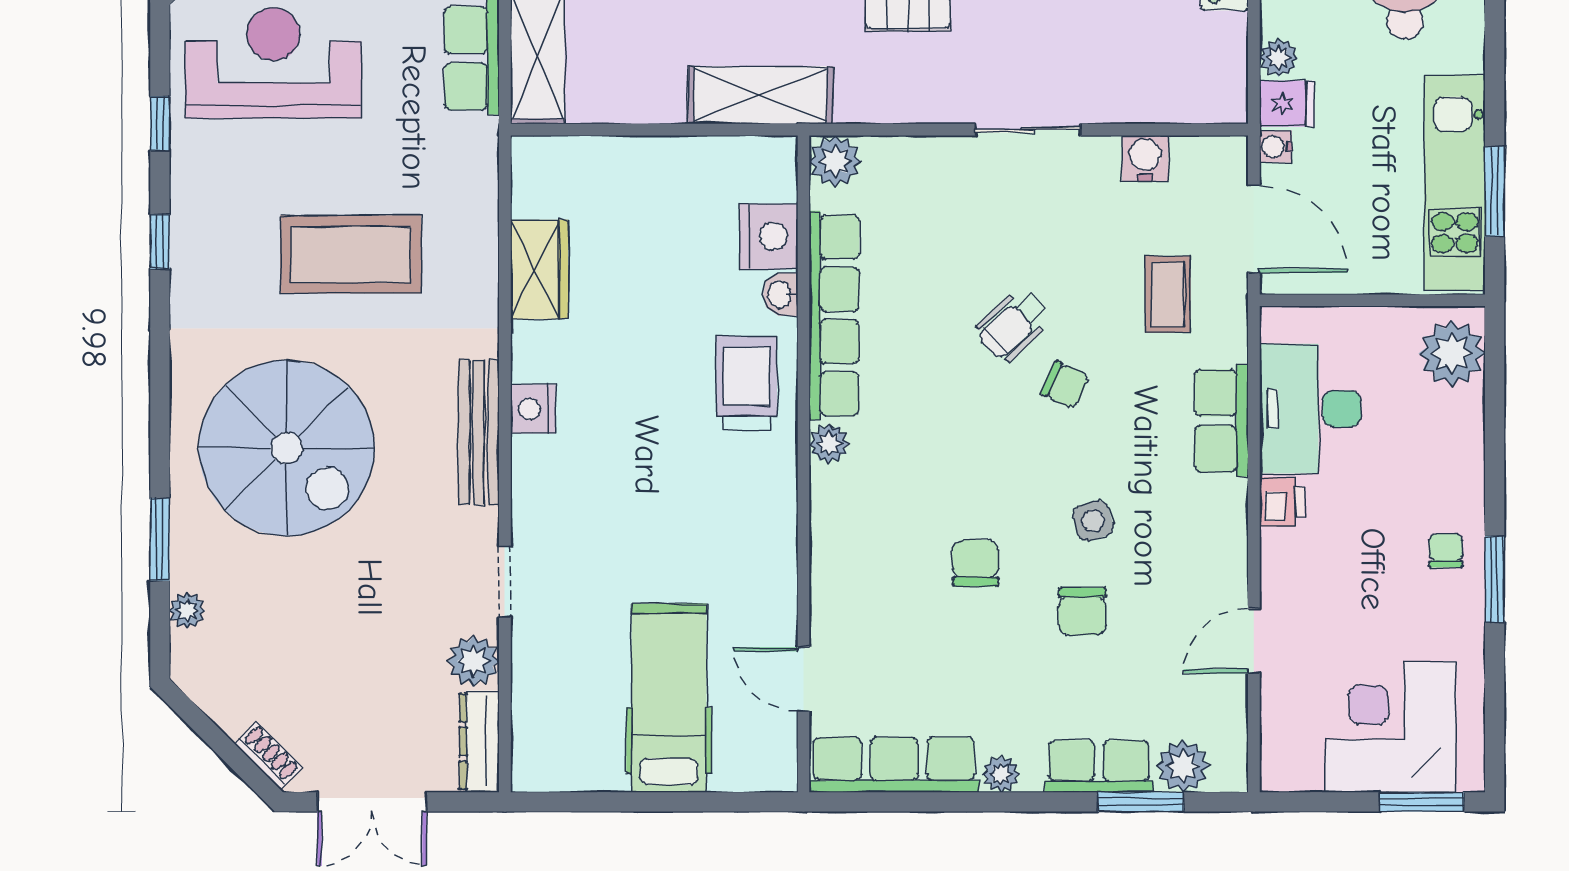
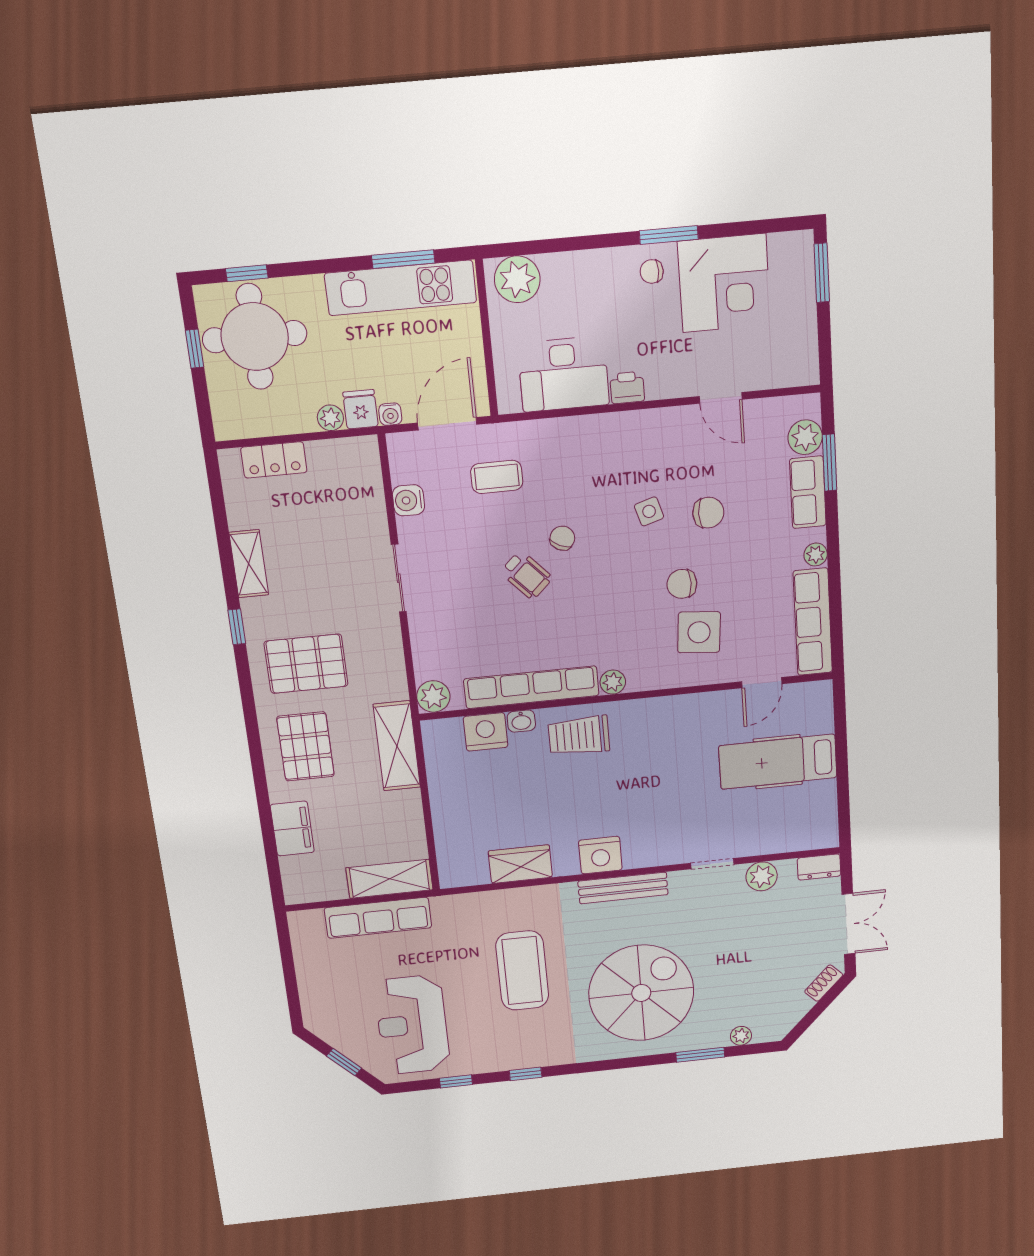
nightstand: (533, 409) -> (600, 855), width x1.36, depth x1.33
row of seats: (1221, 421) -> (577, 433), removed
side table: (896, 585) -> (699, 632), added
corner desk: (1391, 727) -> (724, 283), moved, turned -90
dresser: (479, 741) -> (819, 867), width x0.70

